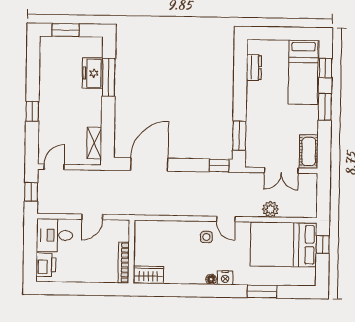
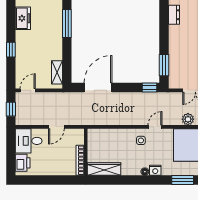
freezer: (93, 73) -> (23, 18), moved, turned 180
door: (226, 219) -> (155, 127), swing flipped
wardrobe: (148, 275) -> (104, 169), width x1.50

